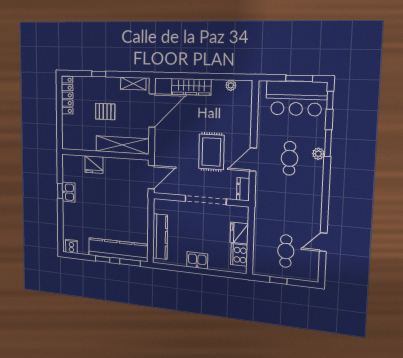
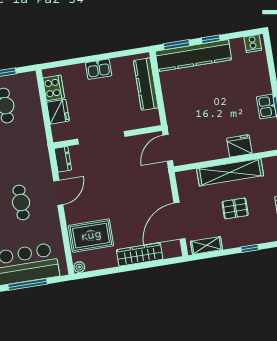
window: (299, 78) -> (28, 284), width x1.44
plant: (231, 85) -> (79, 267), moved
shelving: (122, 145) -> (230, 172), moved
rug: (211, 152) -> (91, 236), moved, turned 90

